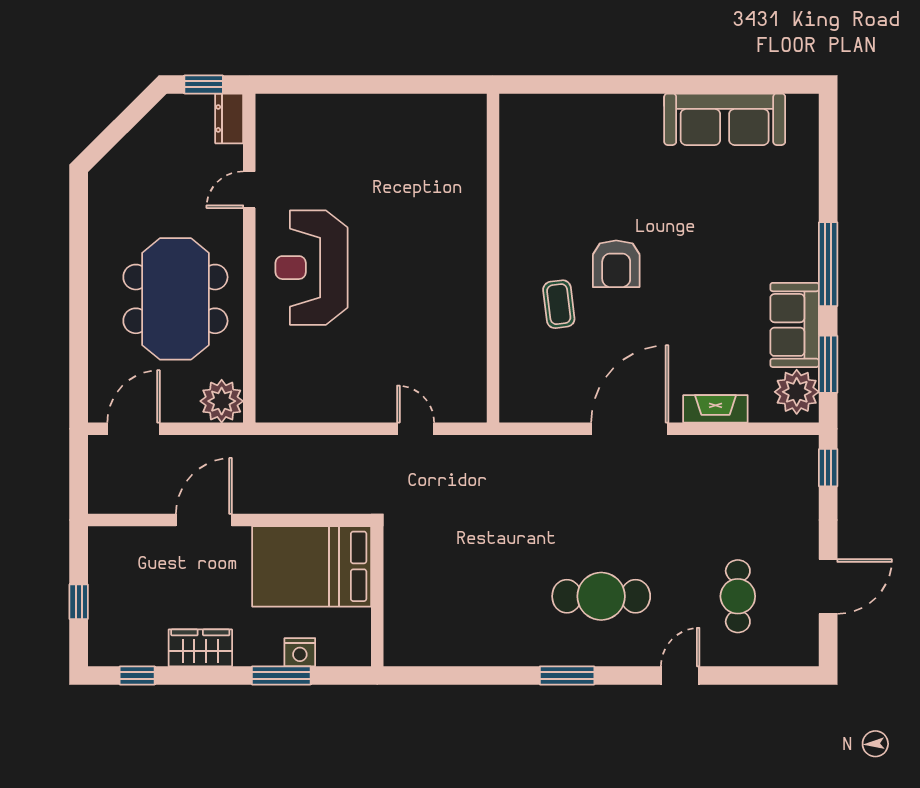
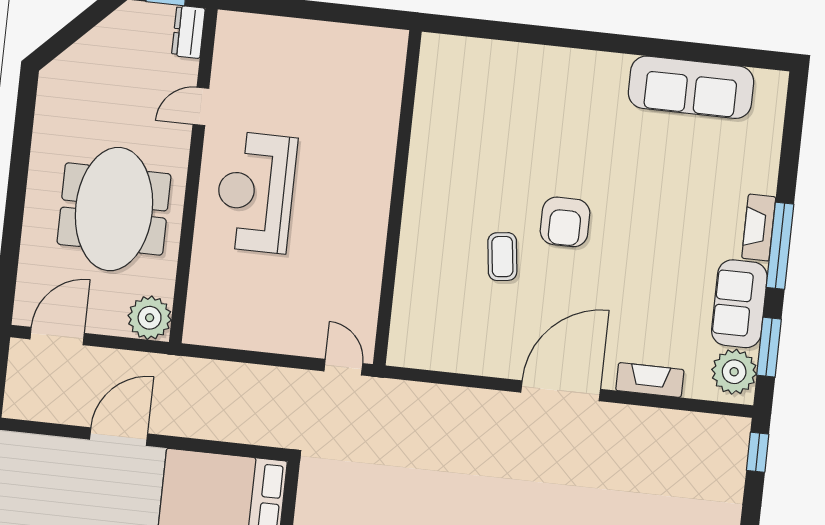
fireplace: (805, 249) -> (759, 228), added
wall: (493, 258) -> (397, 198), moved

